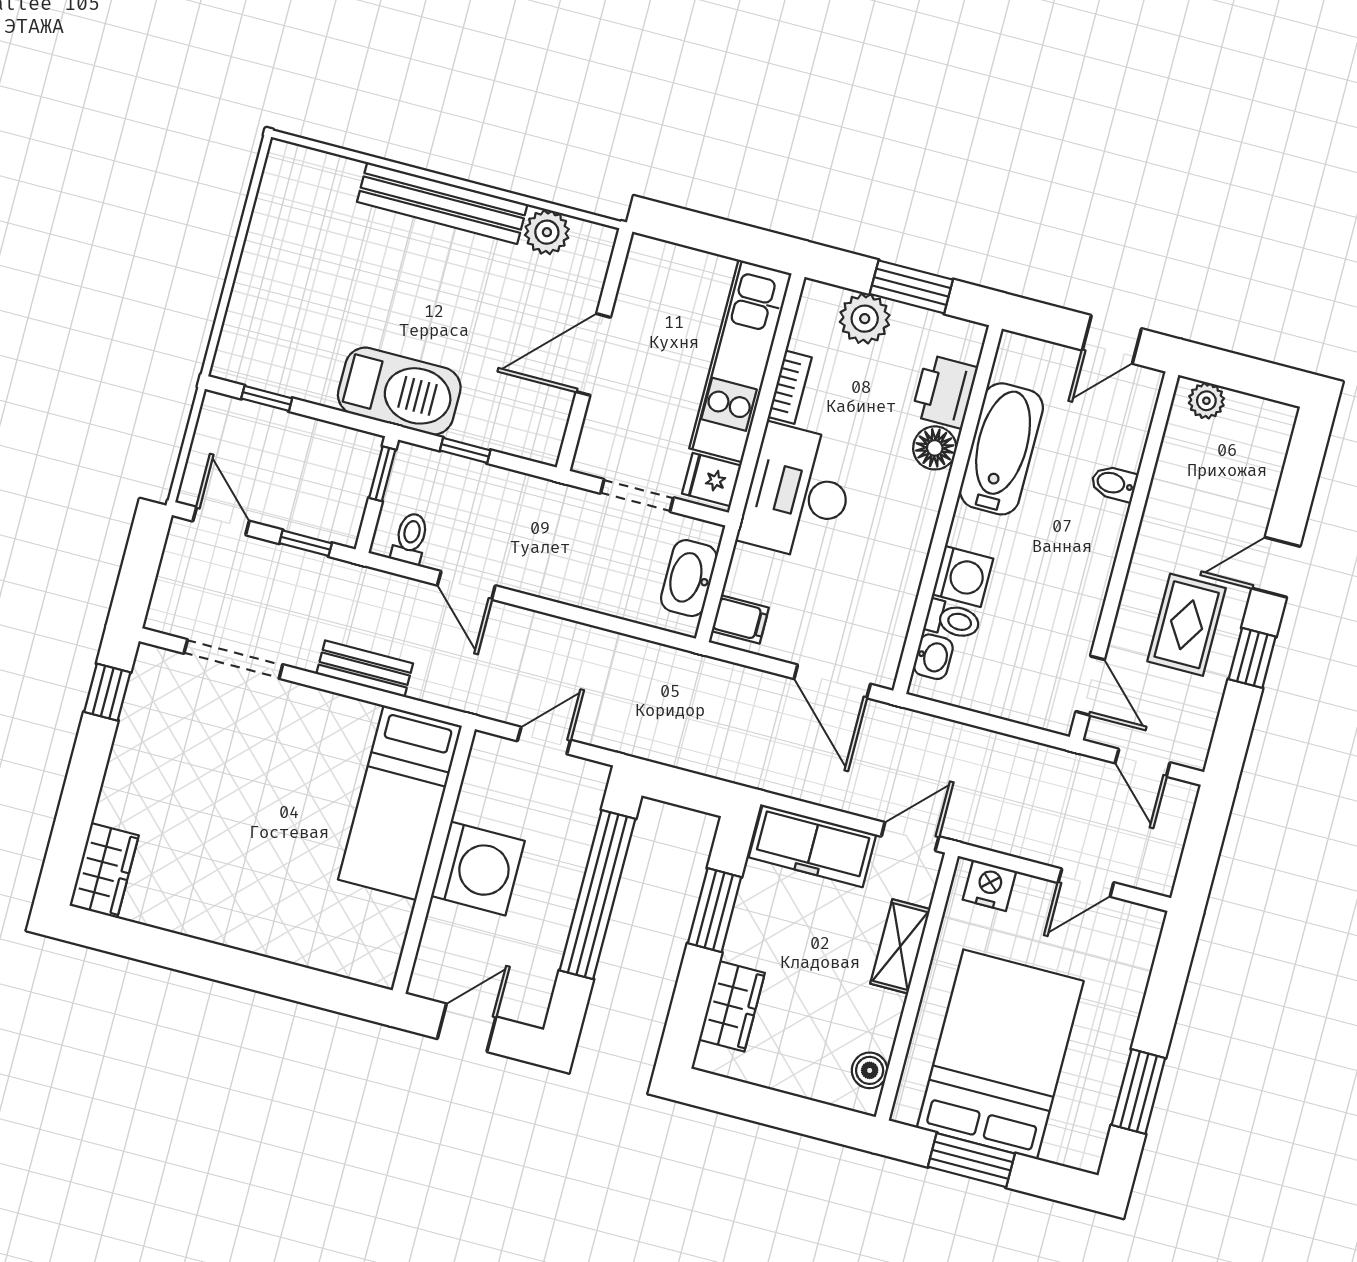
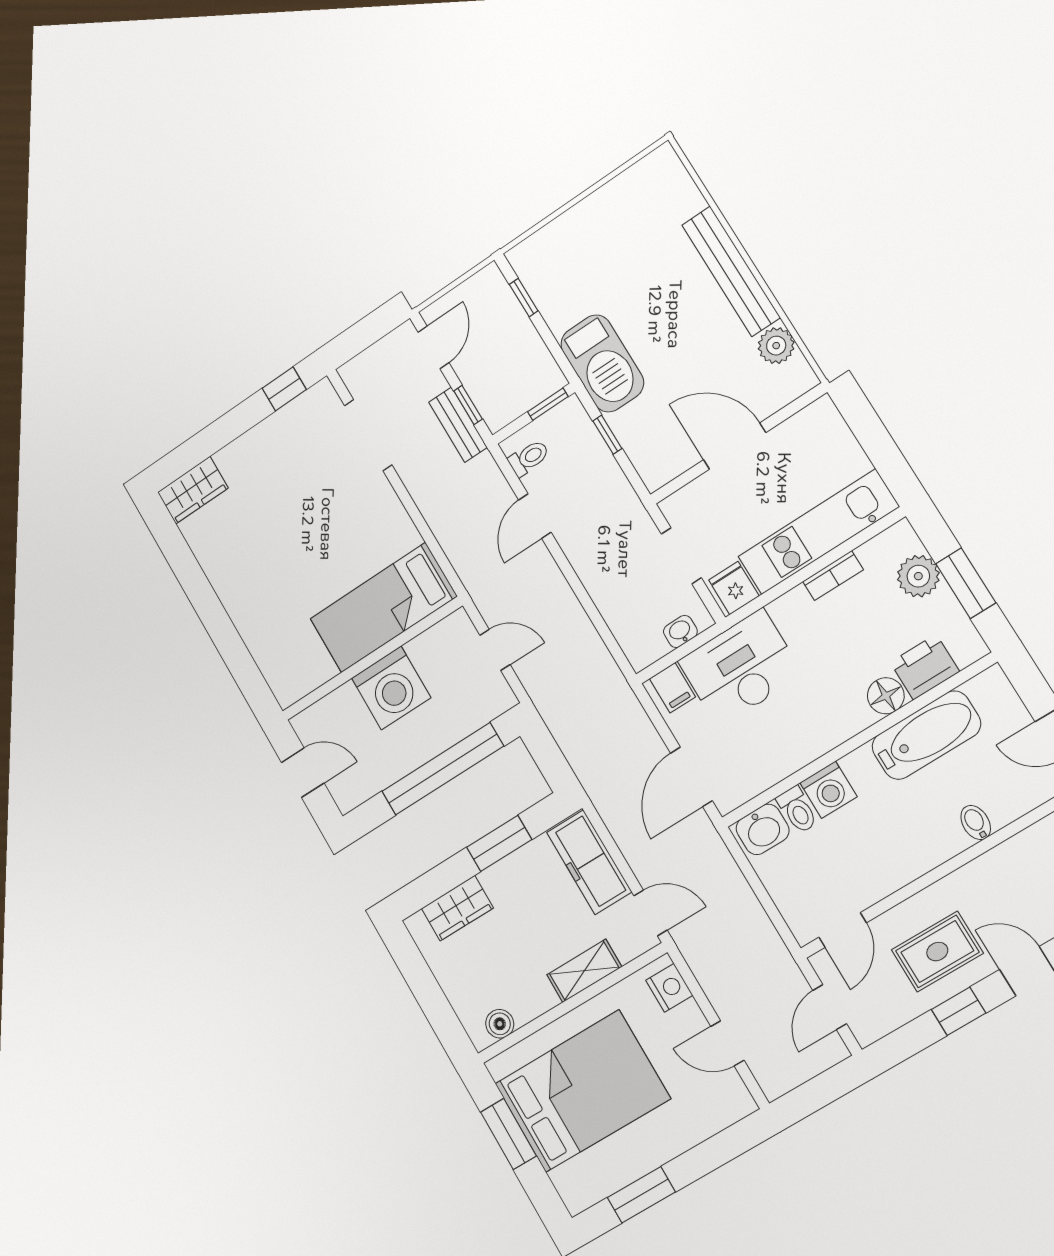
desk: (798, 493) -> (741, 668), moved
washbasin: (689, 578) -> (680, 631), width x0.52, depth x0.69
washbasin: (933, 657) -> (763, 829), width x1.38, depth x1.45
bench: (365, 669) -> (458, 425), moved

